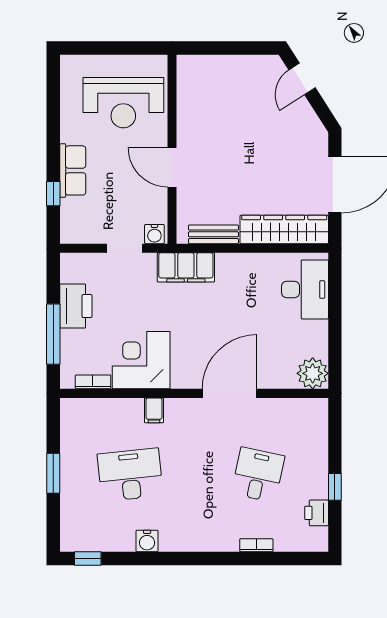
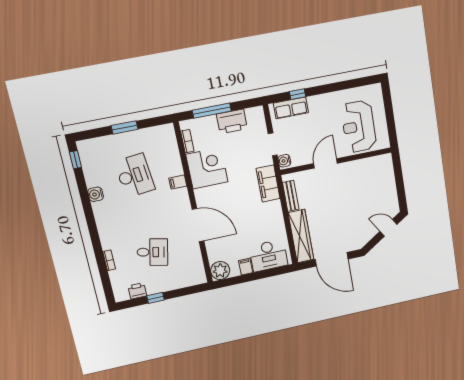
row of seats: (73, 170) -> (291, 108), moved
filing cabinet: (315, 331) -> (246, 267), added

